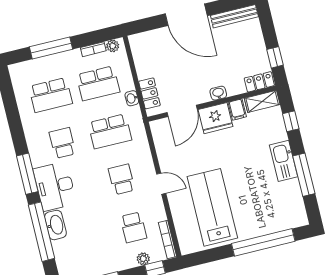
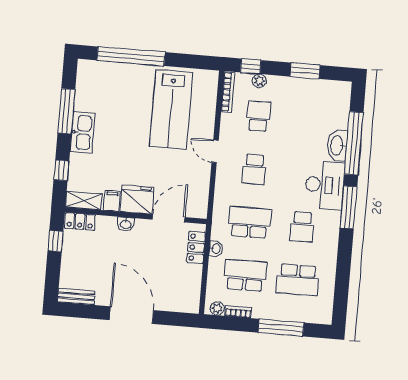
bench: (234, 16) -> (76, 296), width x0.73
school desk: (51, 95) -> (298, 280), turned 180

